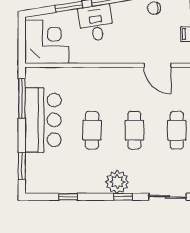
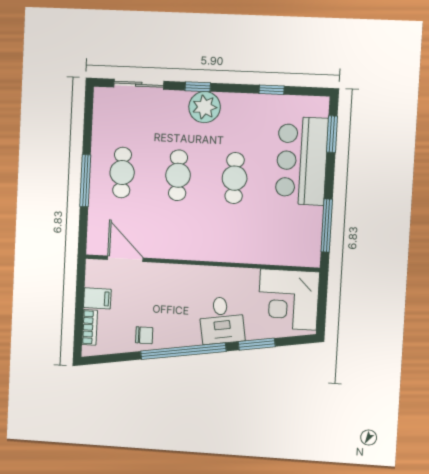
door: (157, 65) -> (125, 259), moved
bar counter: (43, 120) -> (302, 161), moved

